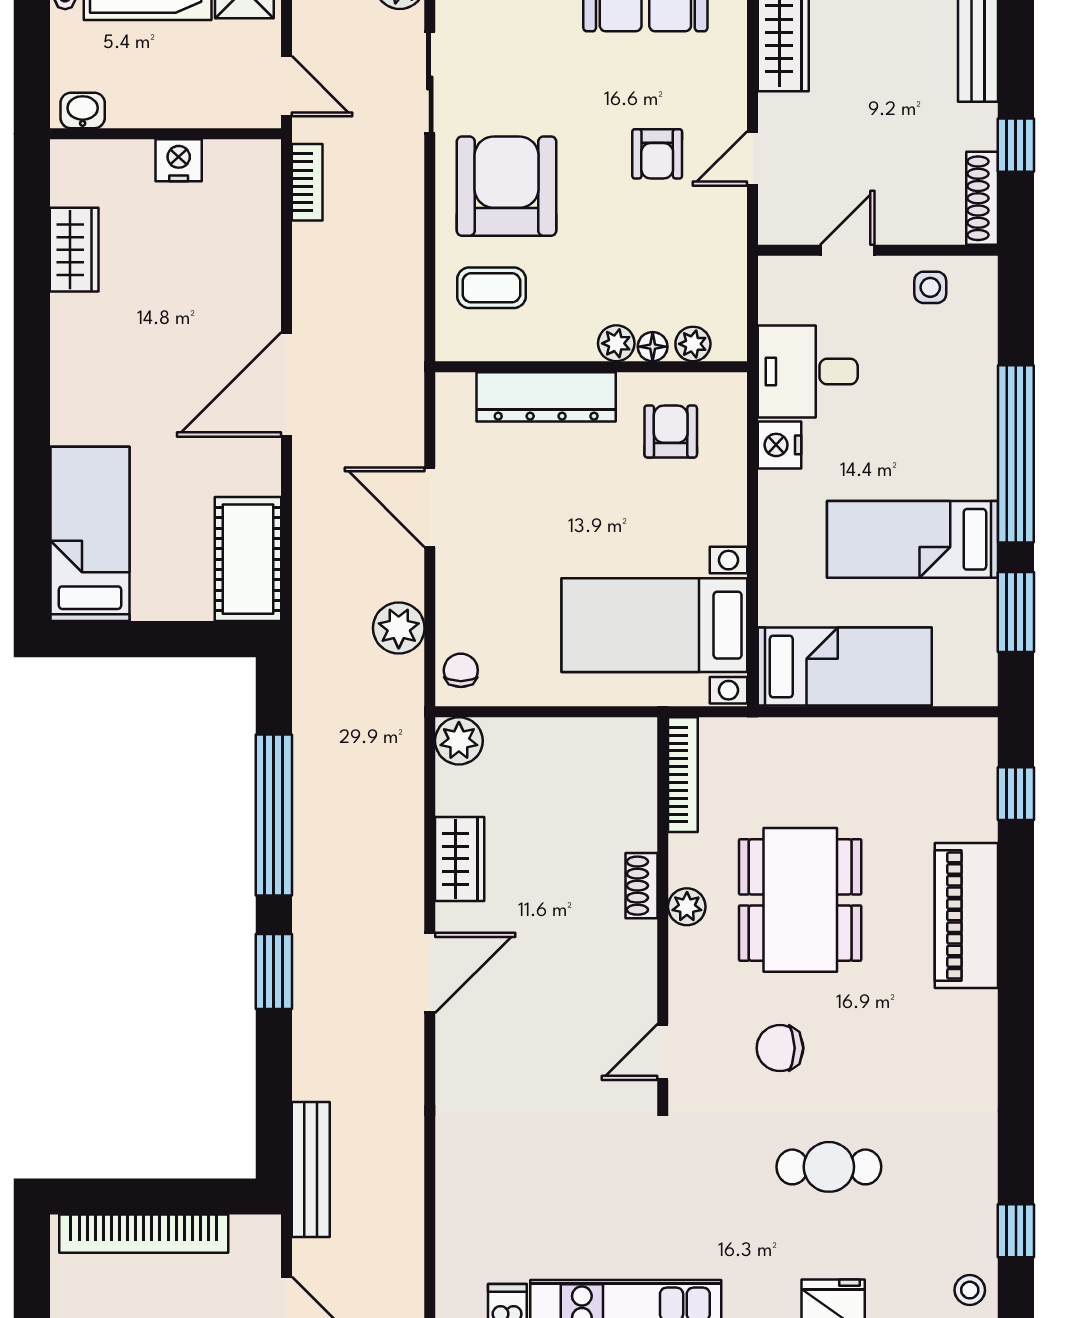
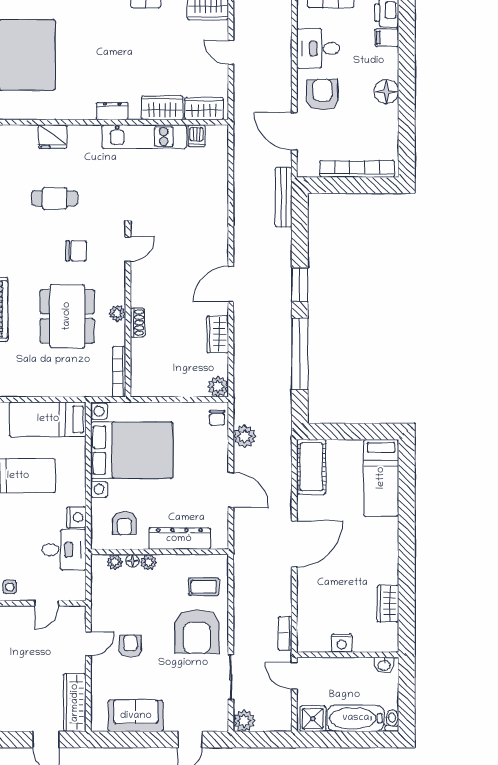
bed with nightstands: (654, 625) -> (132, 450), width x1.36

